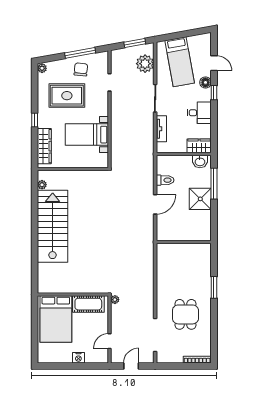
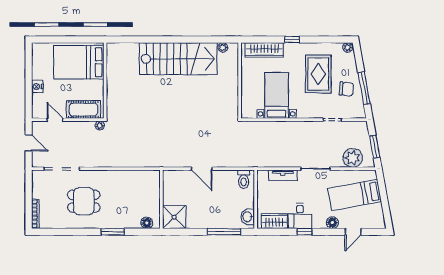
window: (214, 93) -> (305, 232), moved
wardrobe: (199, 146) -> (274, 221), moved, turned -90
toilet: (165, 180) -> (244, 179), moved
shower: (200, 199) -> (174, 217), moved
floor lamp: (206, 256) -> (147, 223), added
cot: (88, 304) -> (83, 109), moved, turned 90

